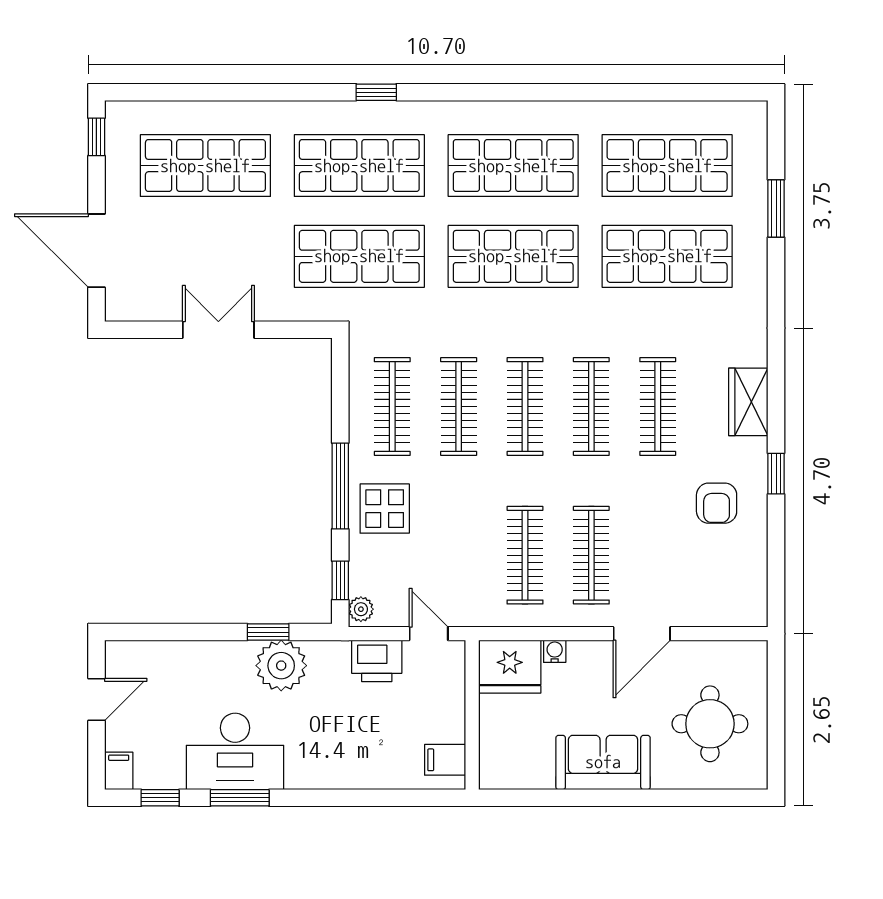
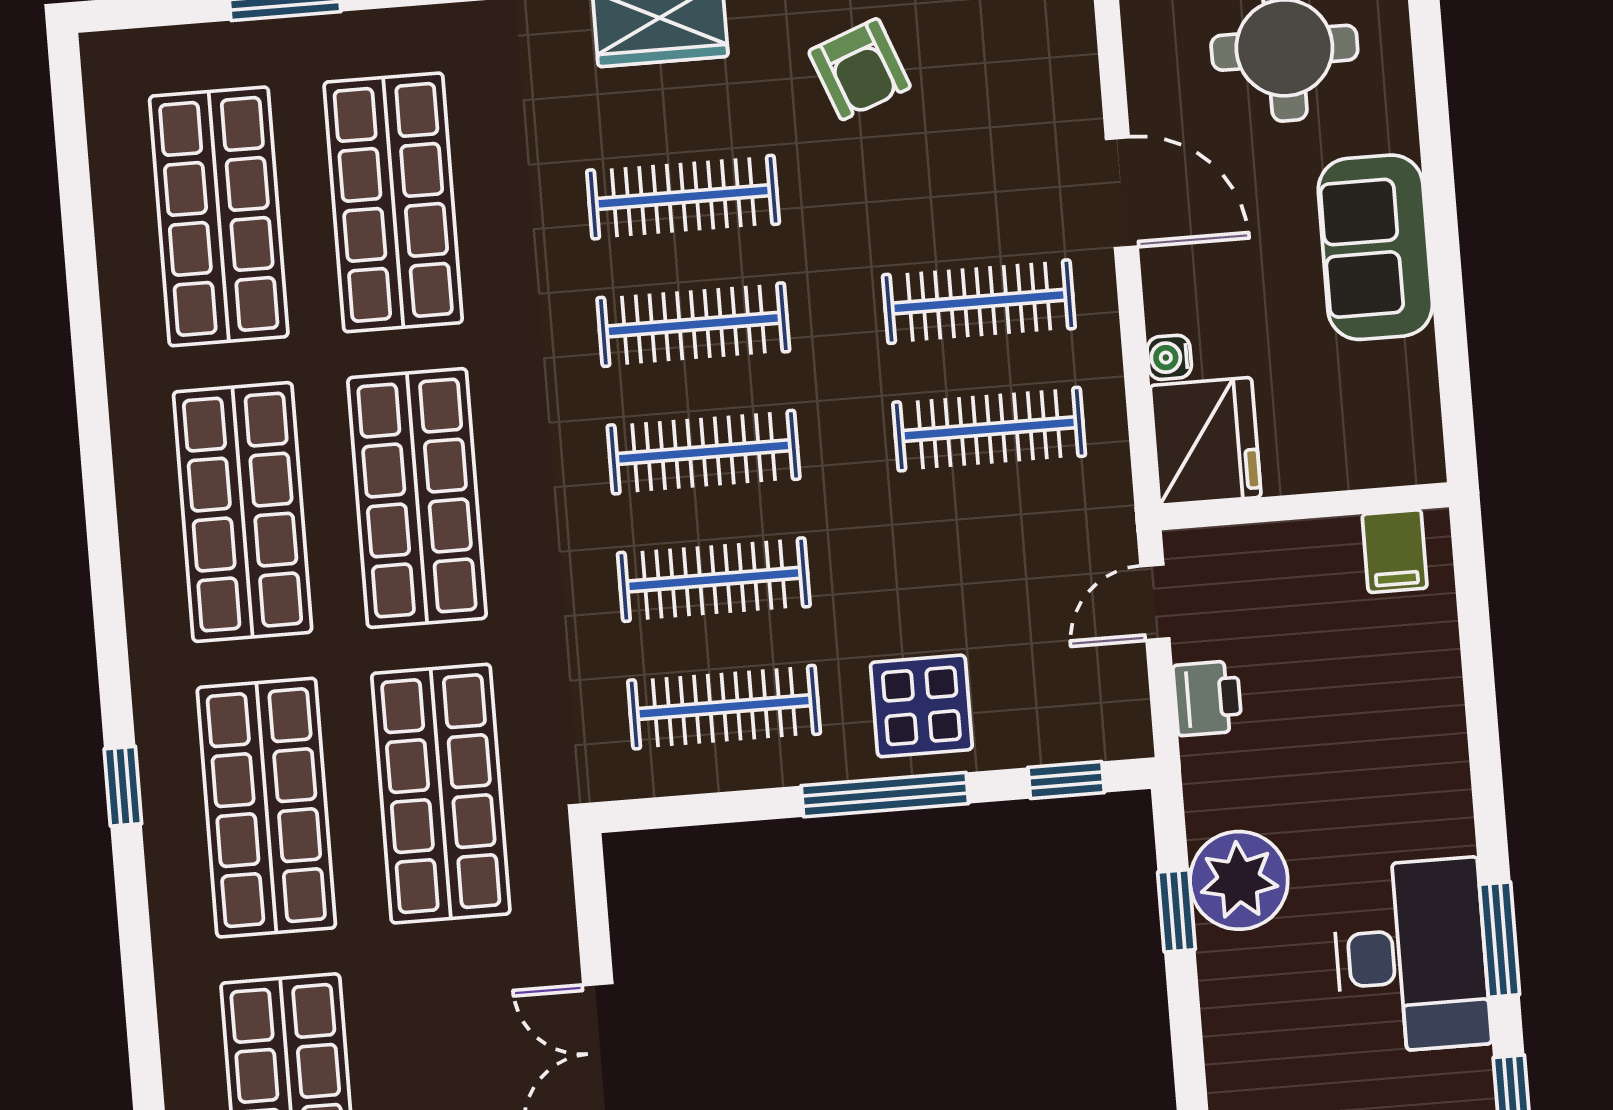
armchair: (717, 503) -> (860, 69), turned 69
plant: (361, 609) -> (1118, 736), removed
printer: (377, 661) -> (1207, 698), width x0.73, depth x0.81

